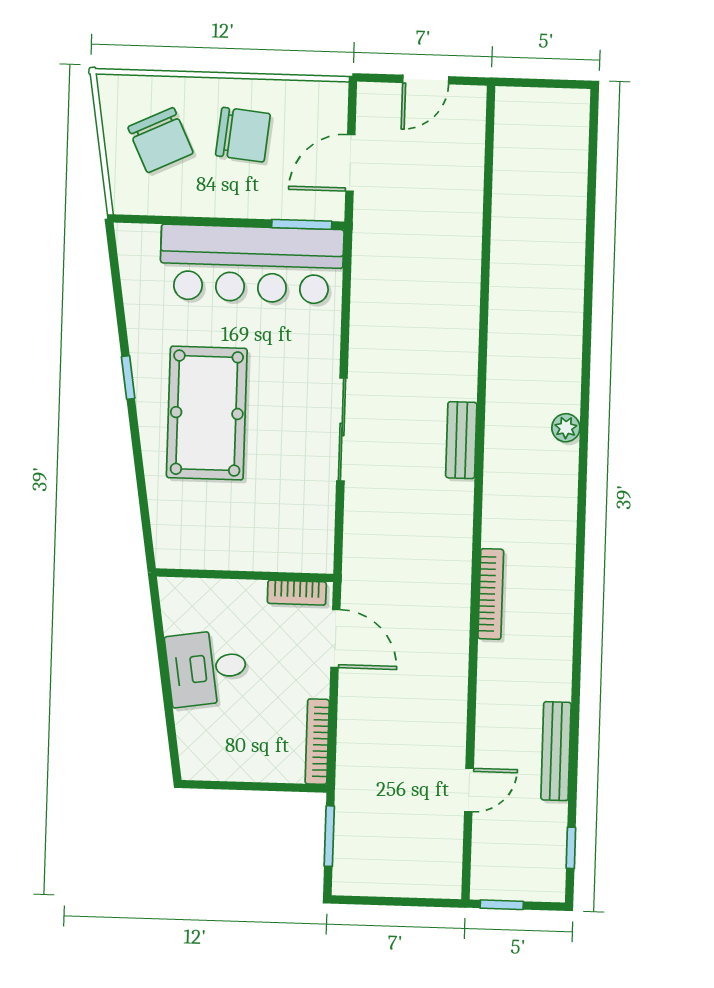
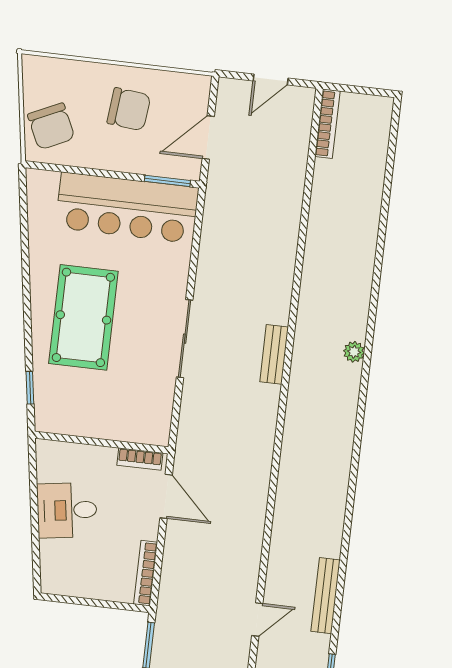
chair: (160, 140) -> (51, 126), moved
window: (128, 377) -> (30, 388), moved
bookcase: (491, 594) -> (327, 124), moved

